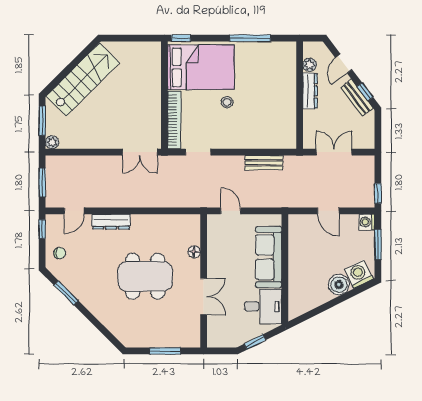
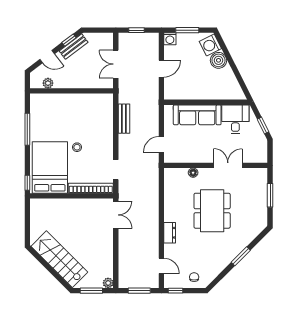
dresser: (310, 91) -> (68, 83), removed
window: (378, 193) -> (136, 30), moved
dresser: (111, 222) -> (170, 233), width x0.70
window: (66, 293) -> (241, 256), moved

